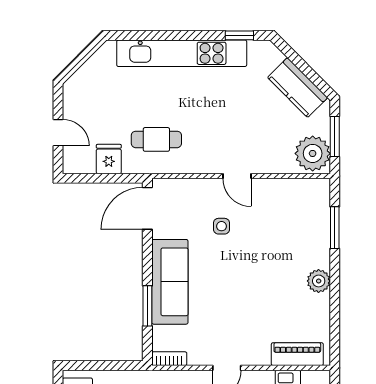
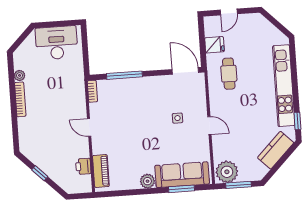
kitchen counter: (298, 88) -> (276, 150), moved
door: (237, 176) -> (209, 126), swing flipped
sofa: (170, 282) -> (182, 175), moved, turned 180
window: (147, 306) -> (124, 75), width x1.44

